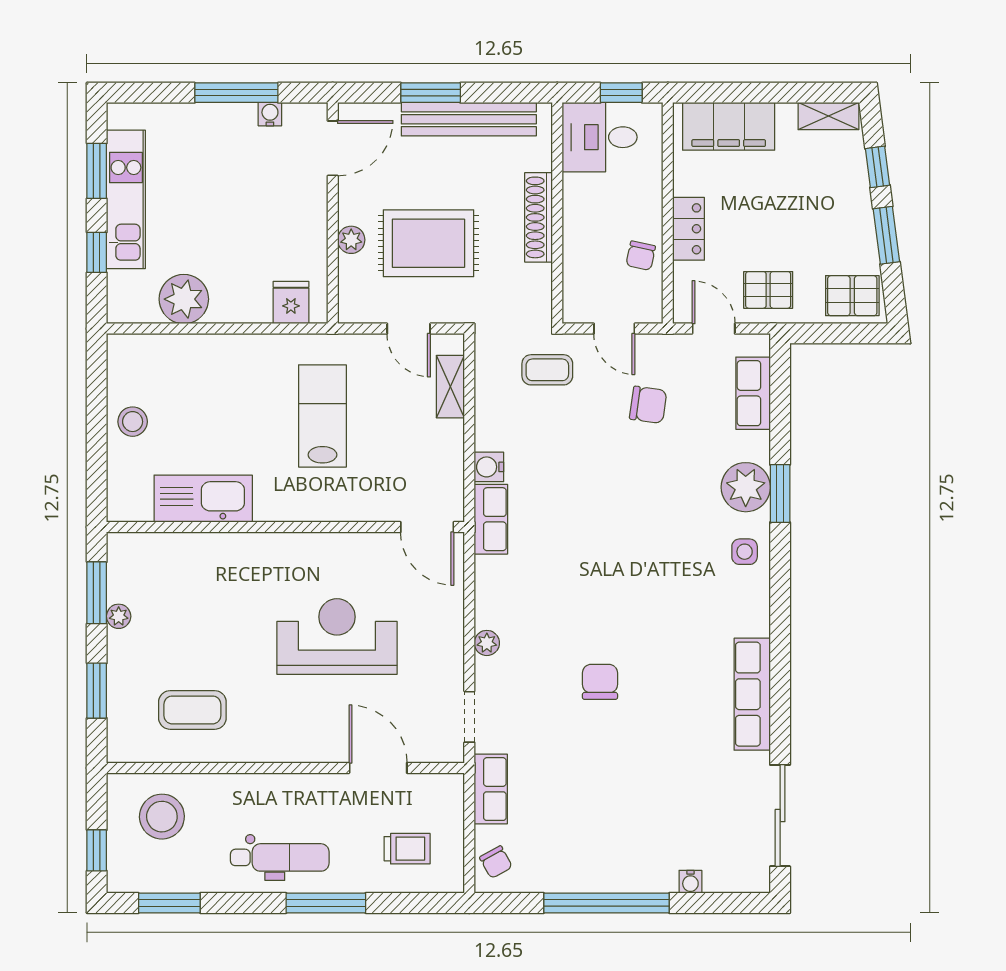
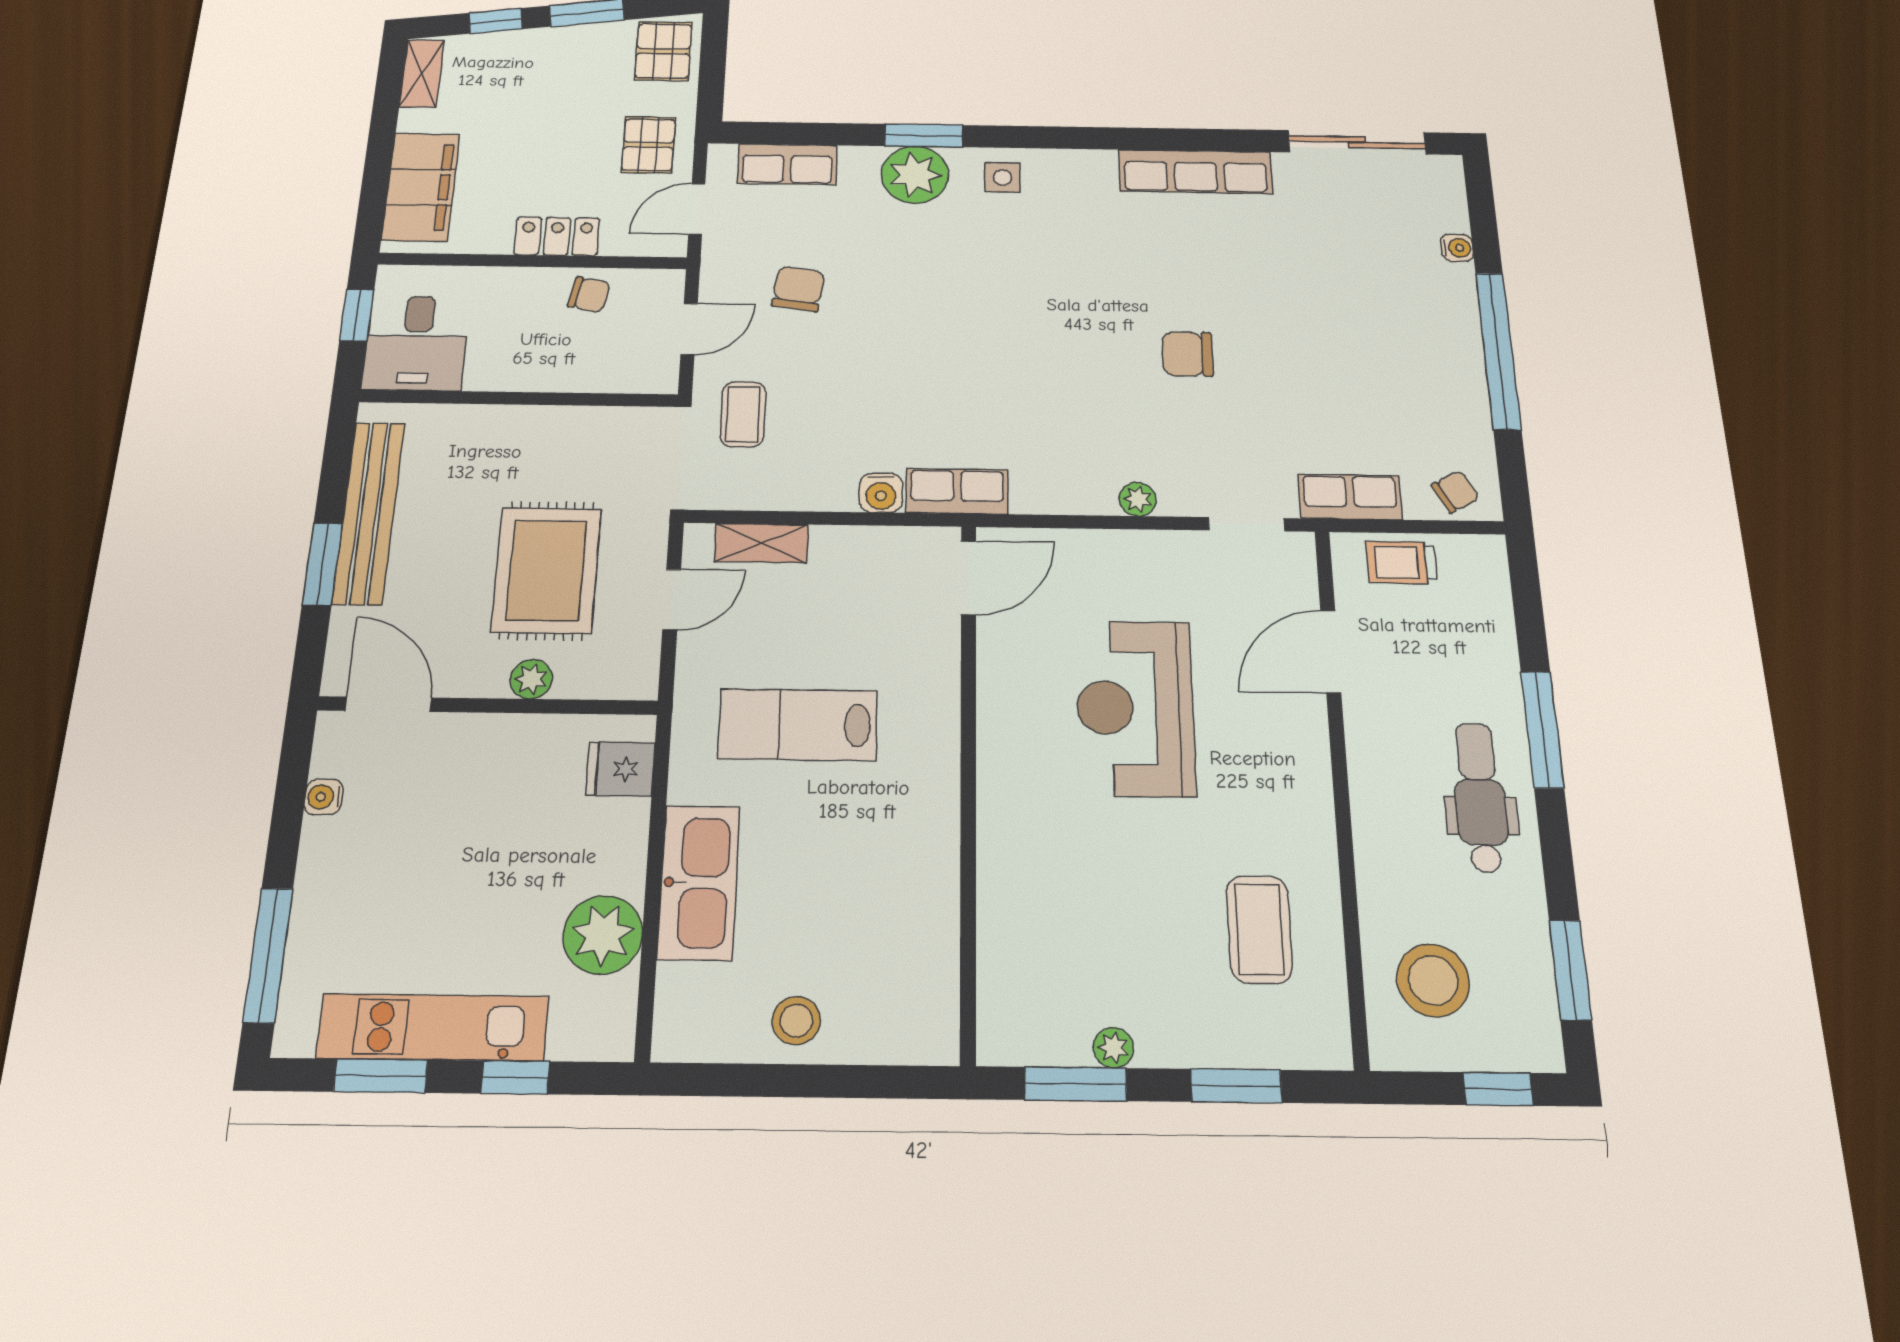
window: (236, 93) -> (268, 955), moved
shoe rack: (539, 217) -> (523, 422), removed
kitchen sink: (203, 499) -> (699, 882), moved, turned 180
trolley: (407, 849) -> (1401, 562), moved, turned -90

